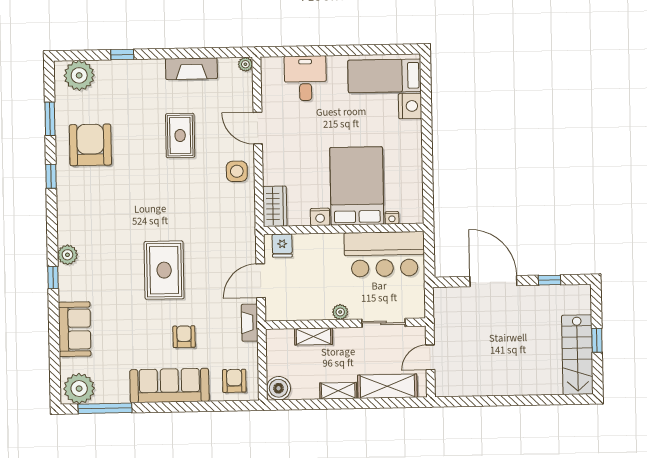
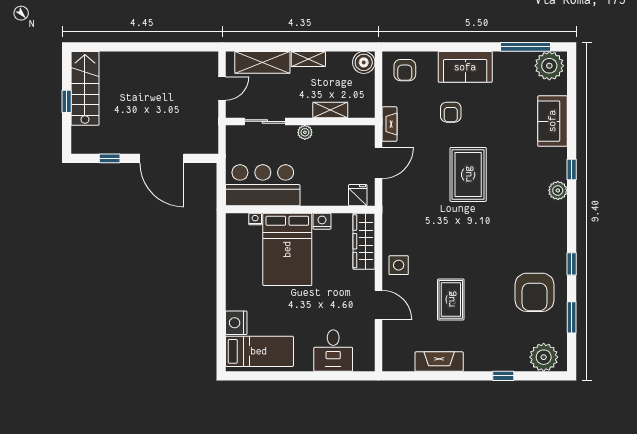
plant: (245, 64) -> (389, 365), removed
wardrobe: (275, 206) -> (364, 241), width x1.50
sofa: (169, 386) -> (465, 67), width x0.73

